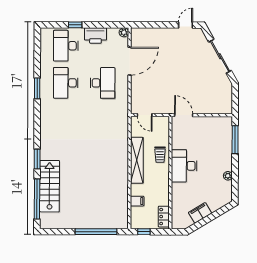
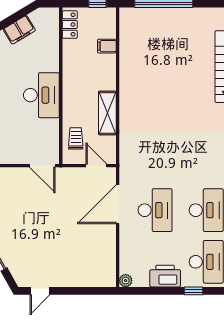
door: (130, 61) -> (118, 204), moved
desk: (103, 83) -> (155, 210), turned 180
trolley: (160, 155) -> (76, 138), moved
shelving: (137, 160) -> (107, 113), width x0.68

